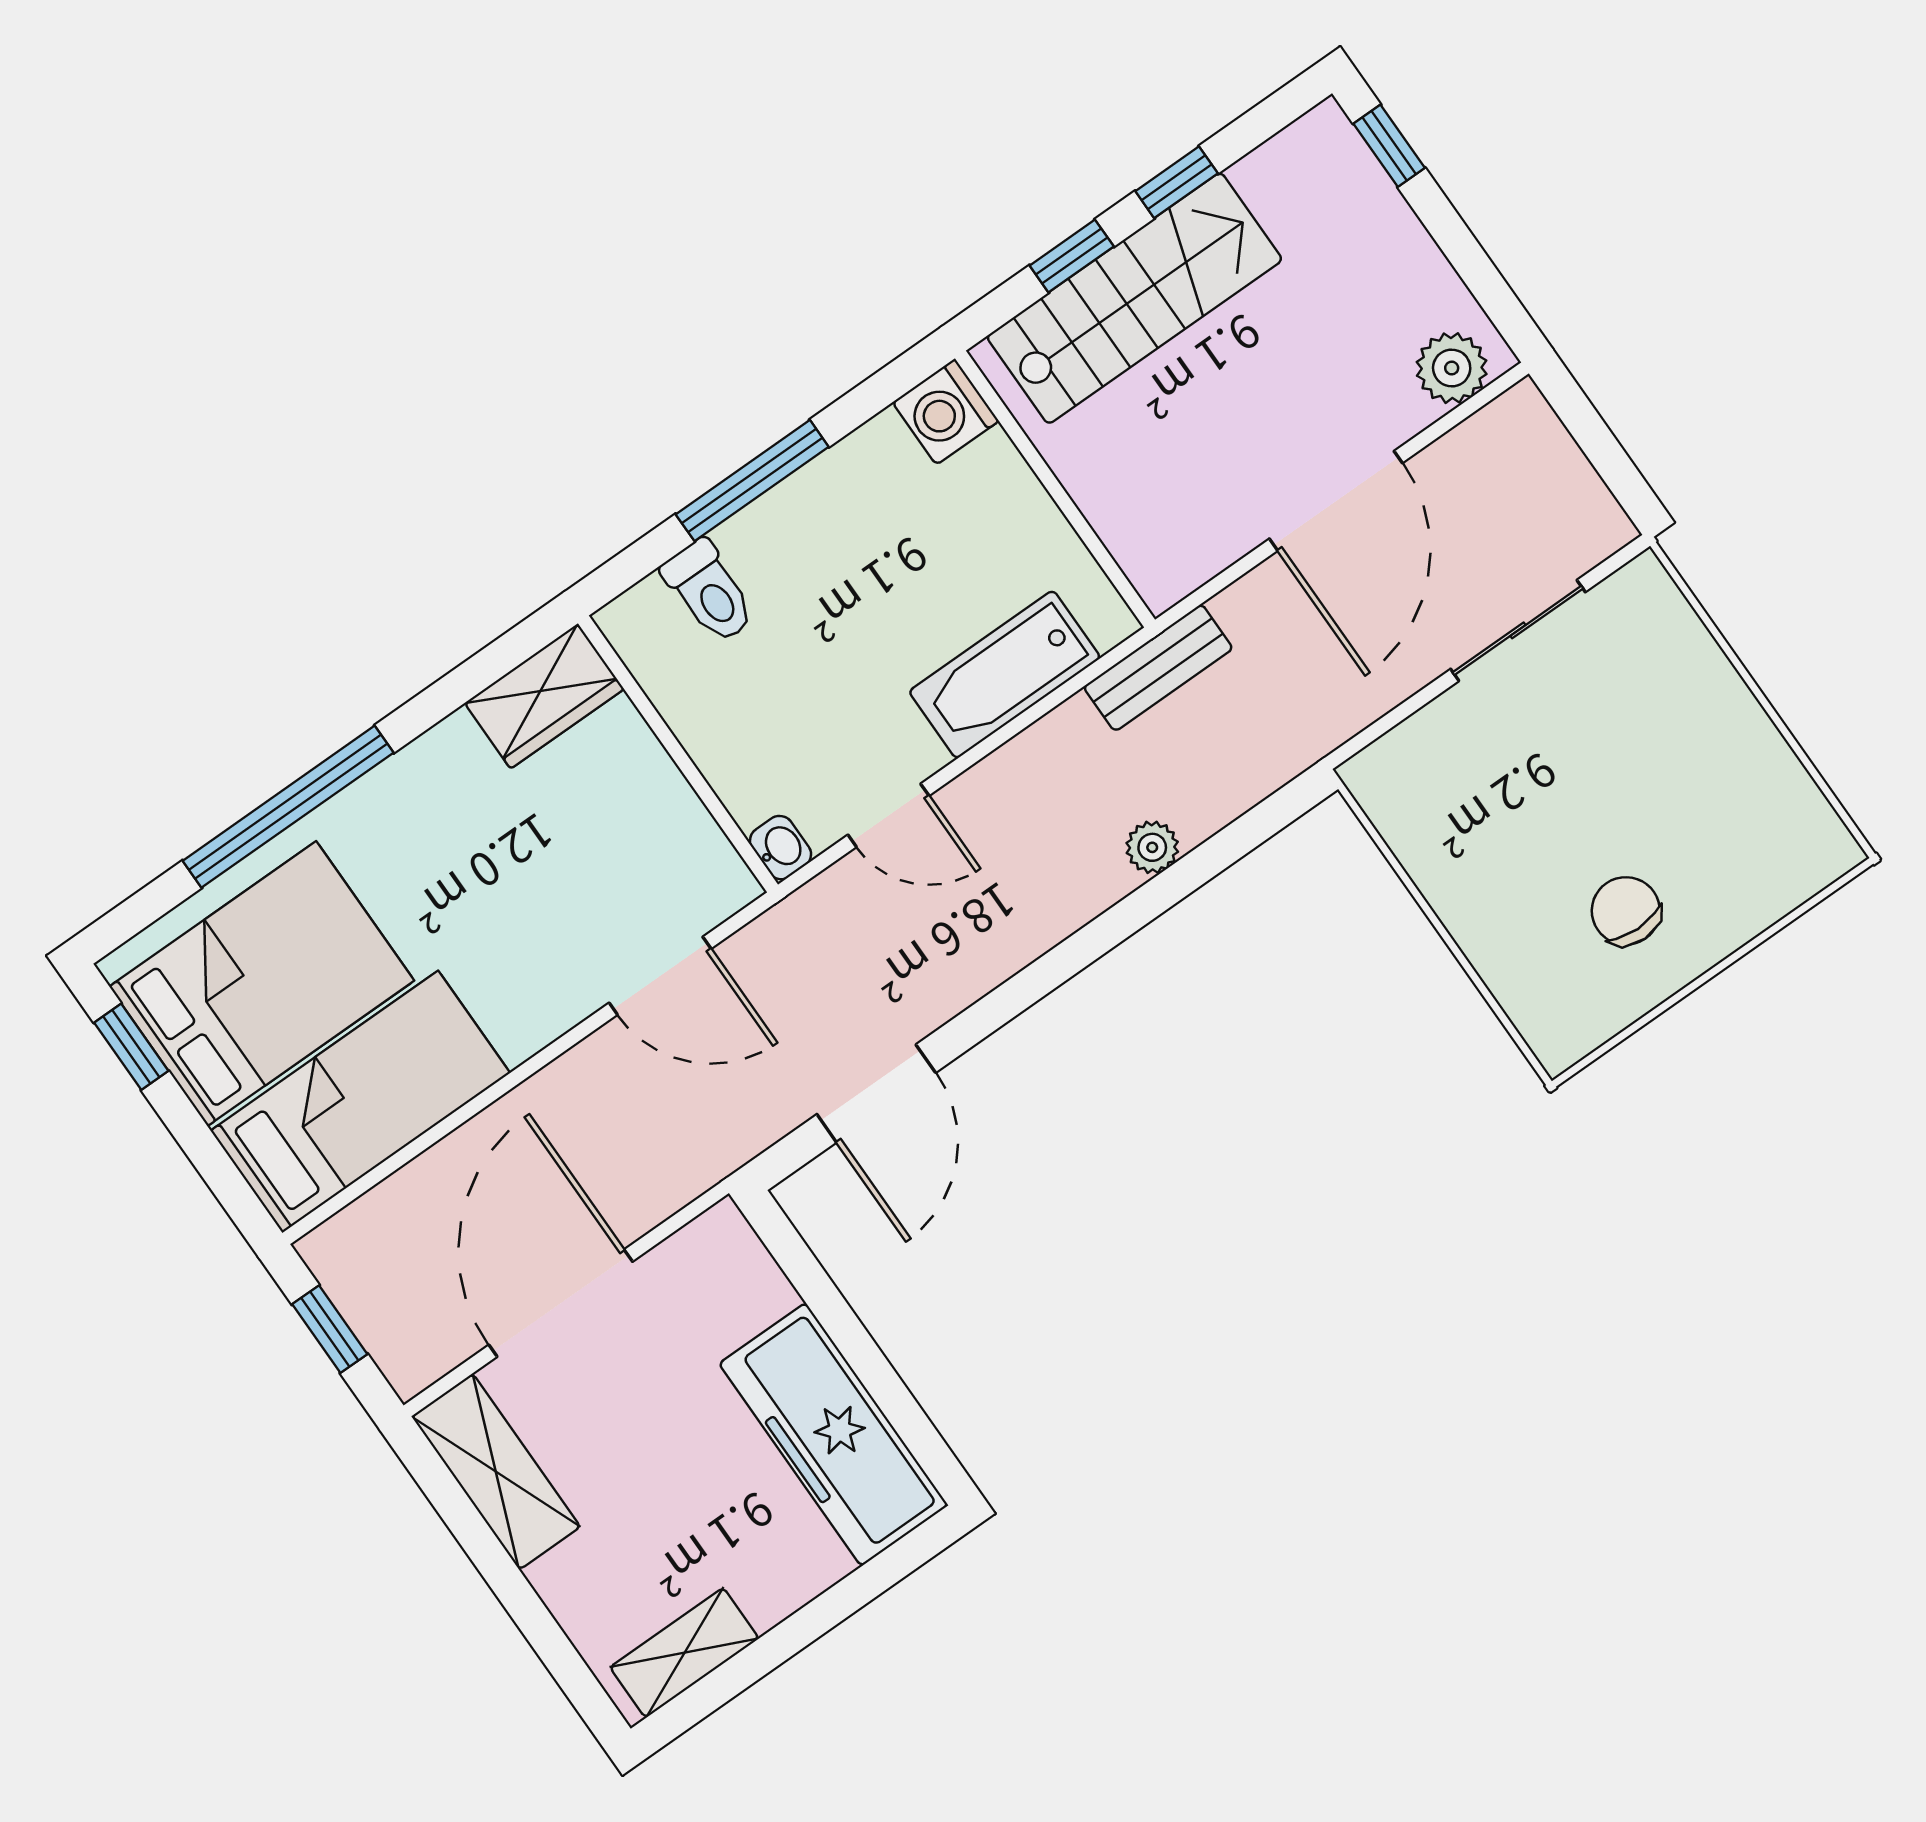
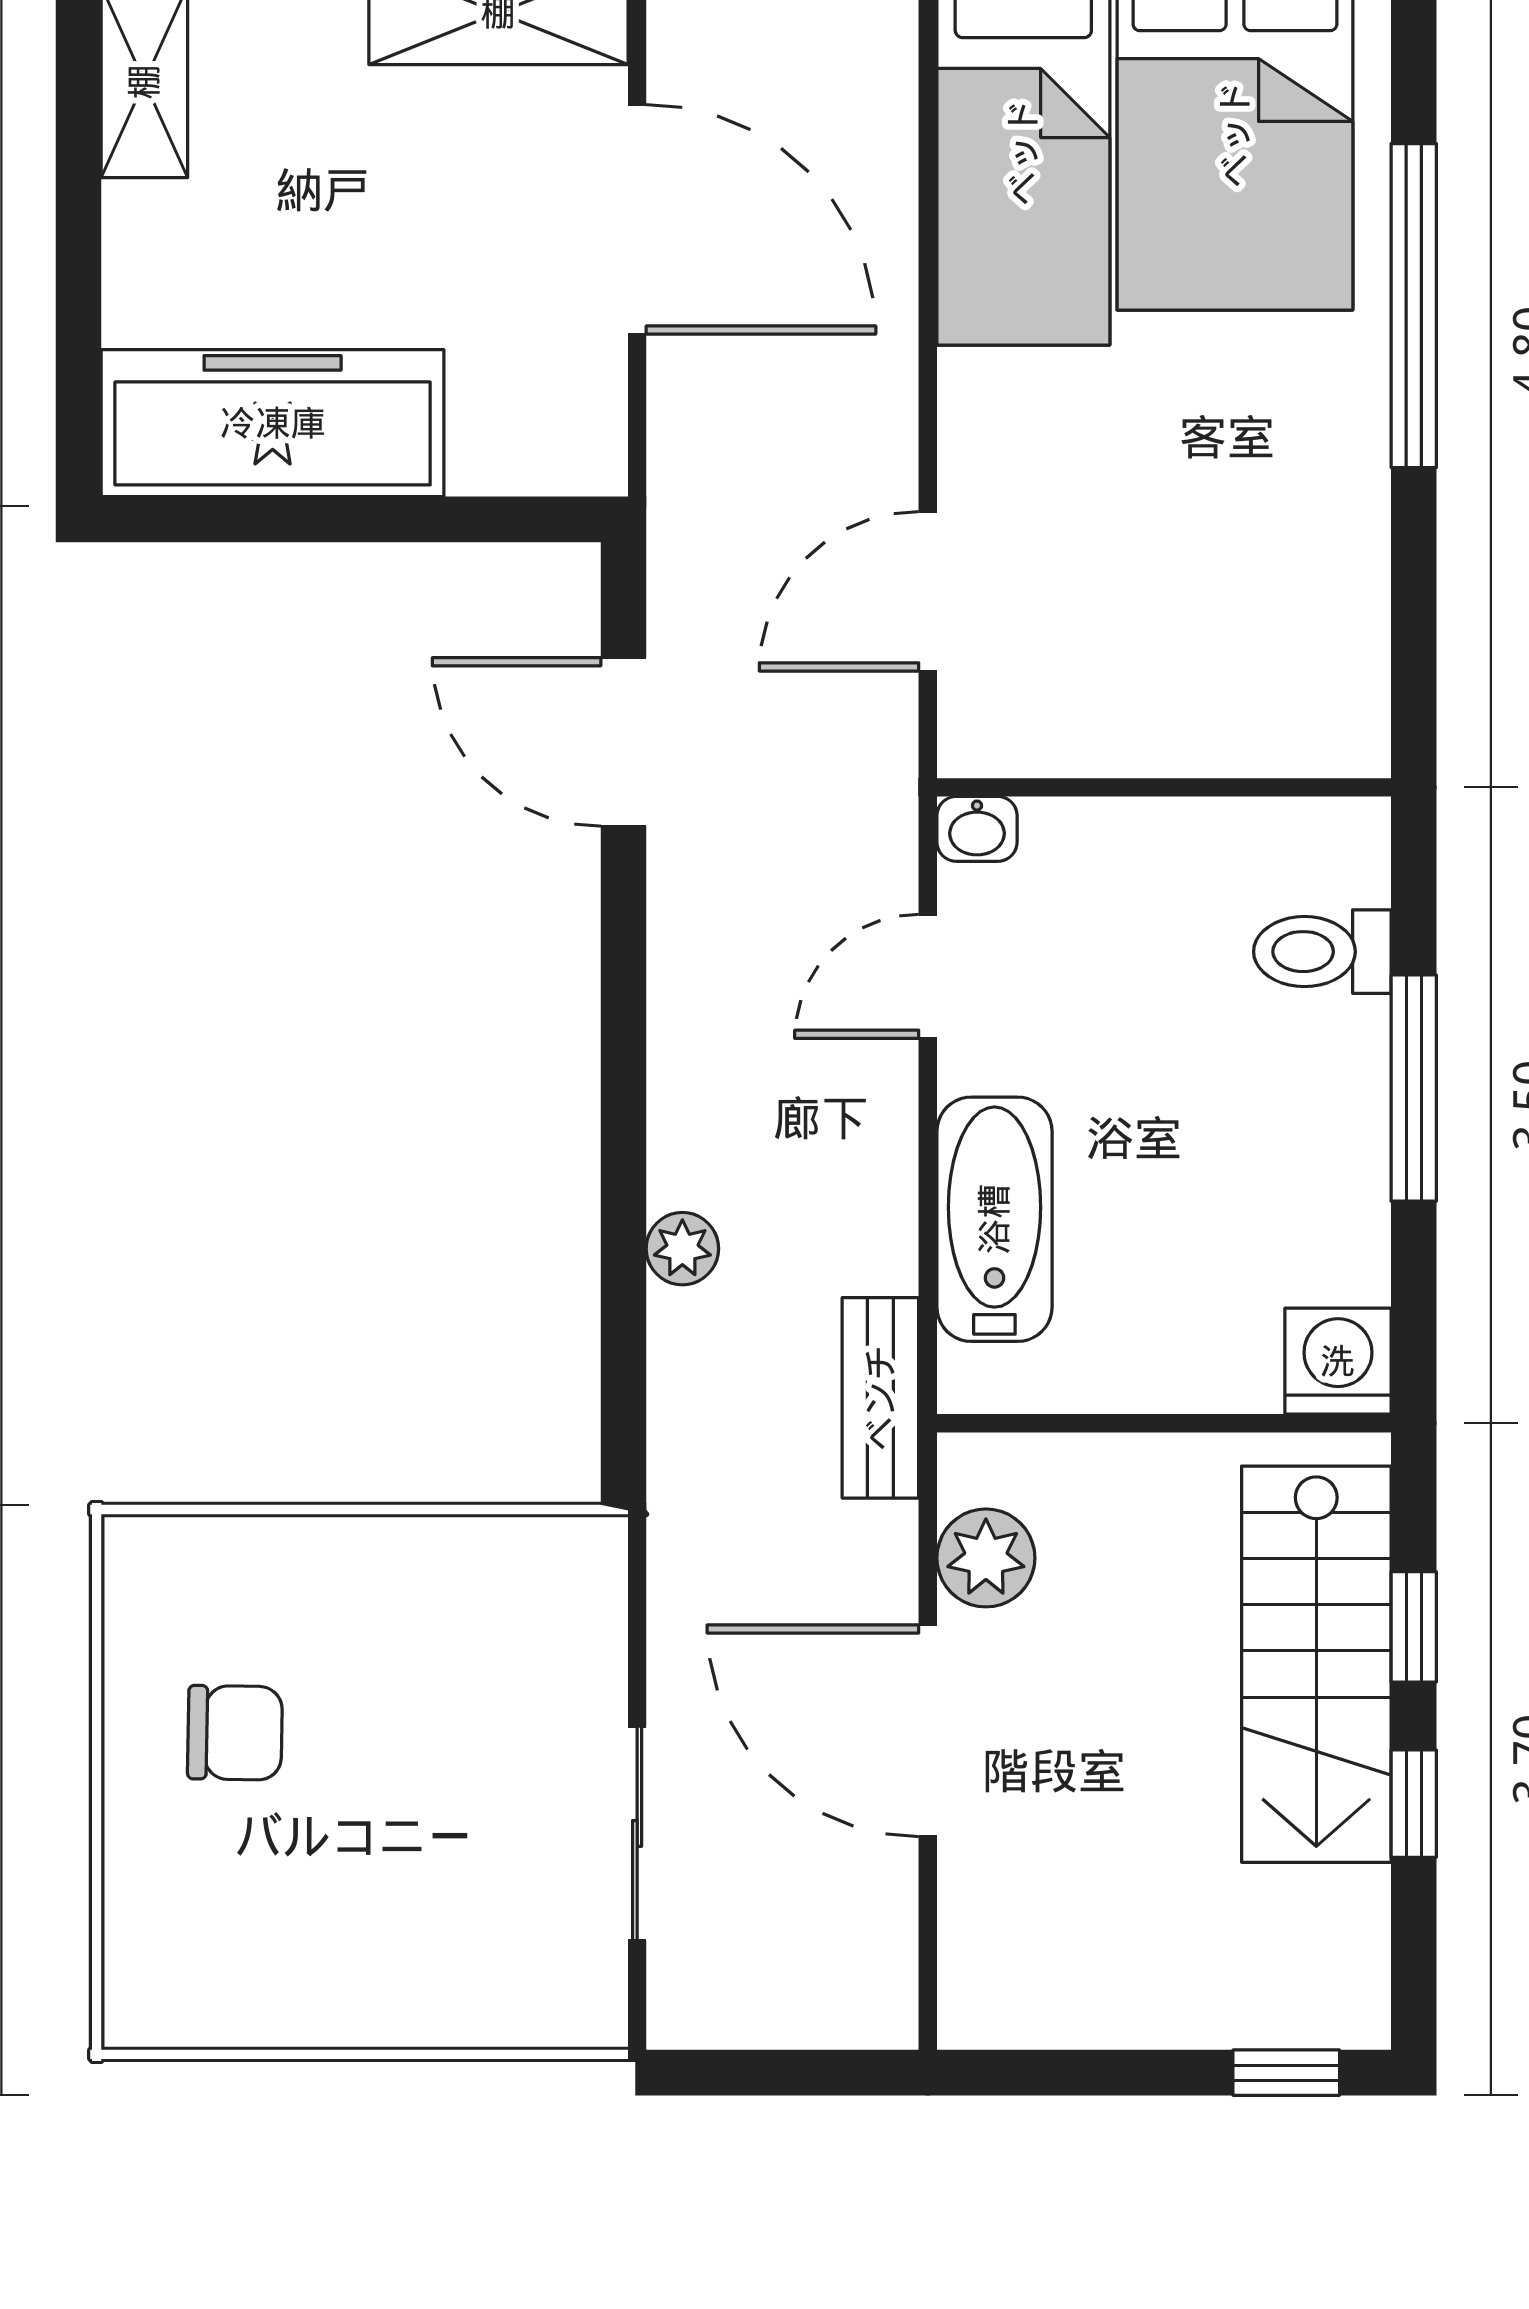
plant: (1452, 368) -> (986, 1558), moved
wardrobe: (544, 696) -> (1335, 682), removed

